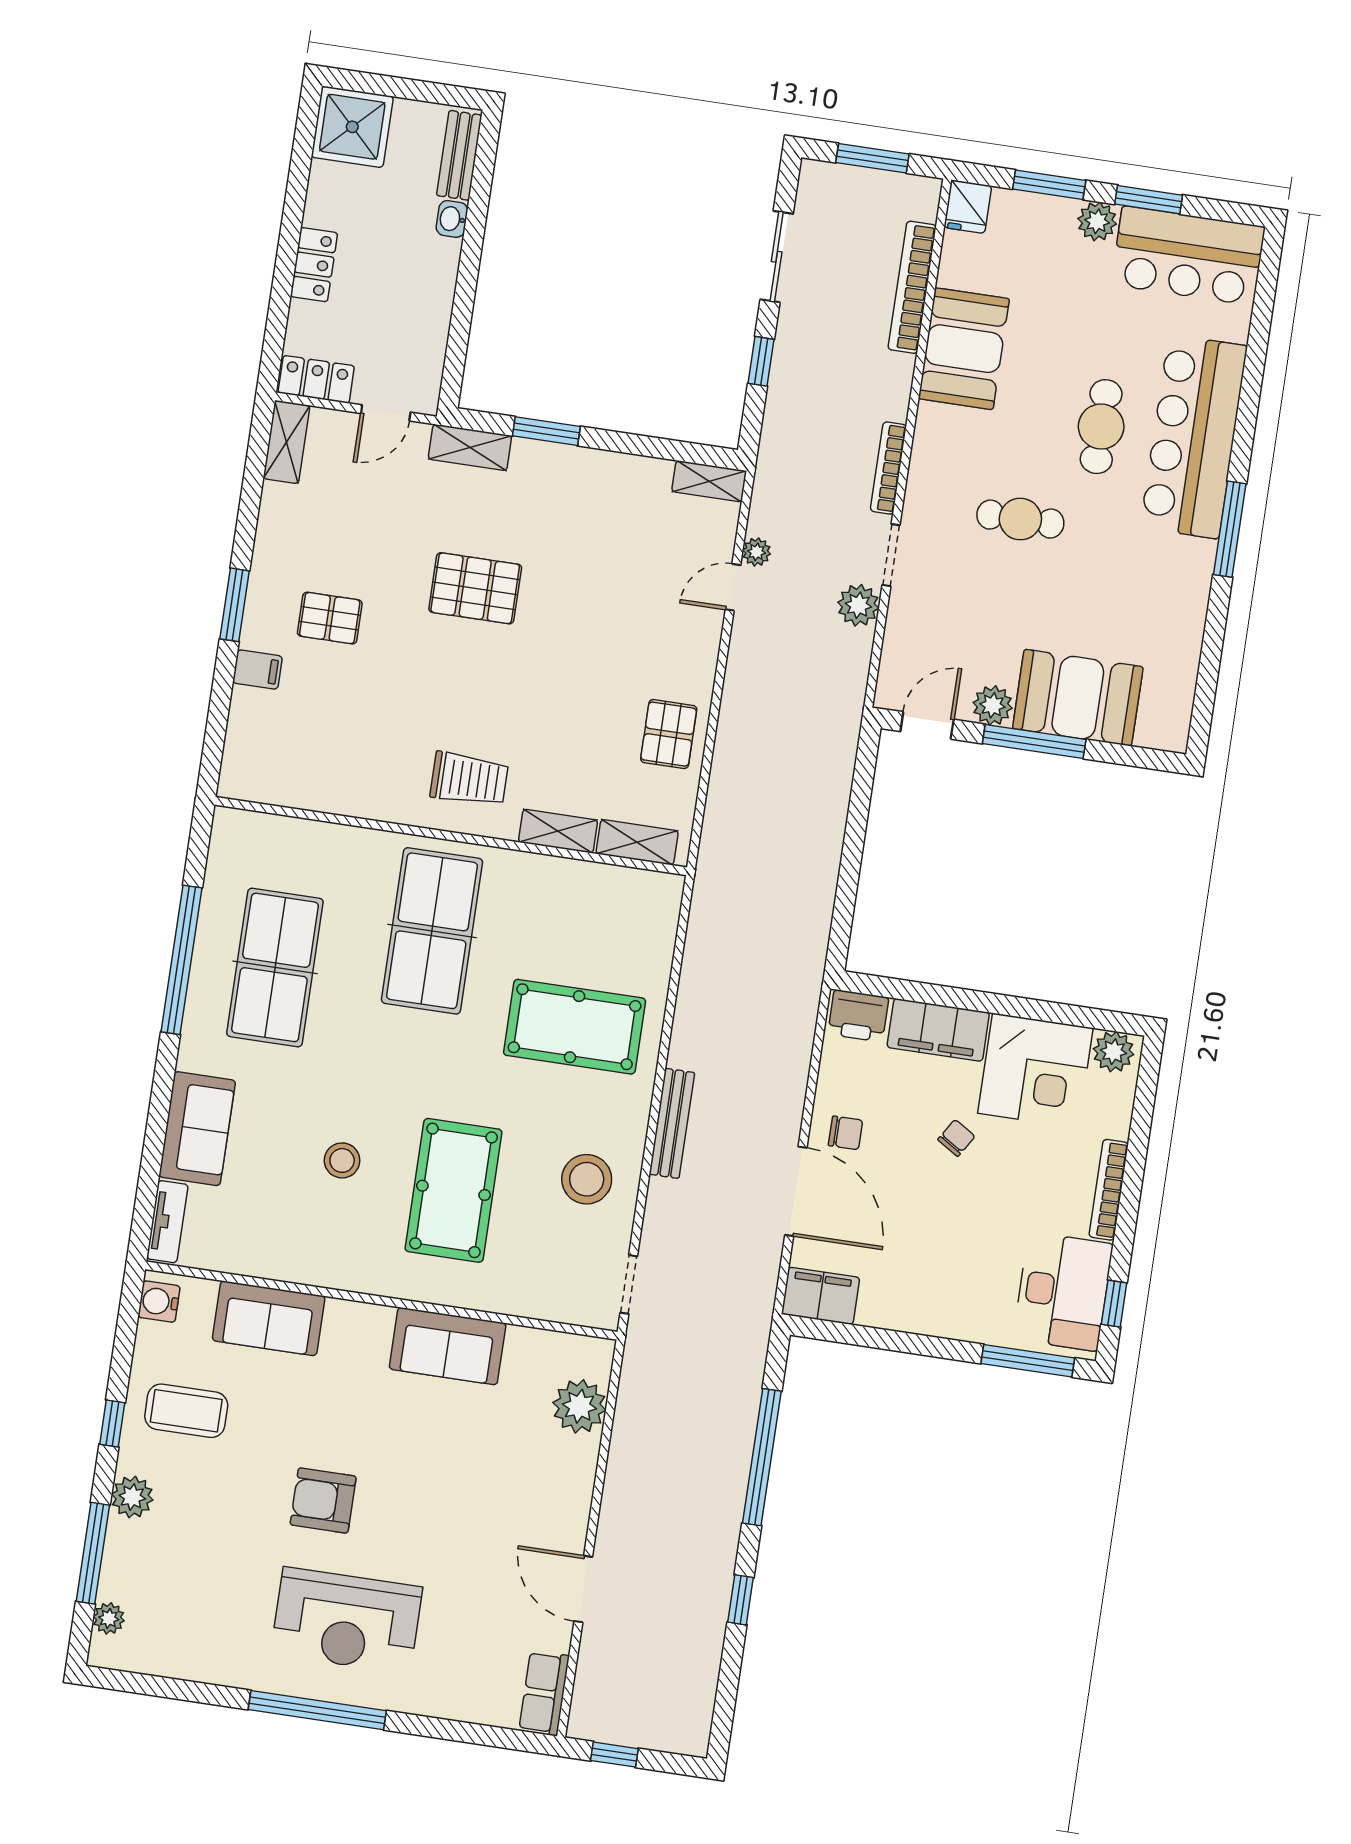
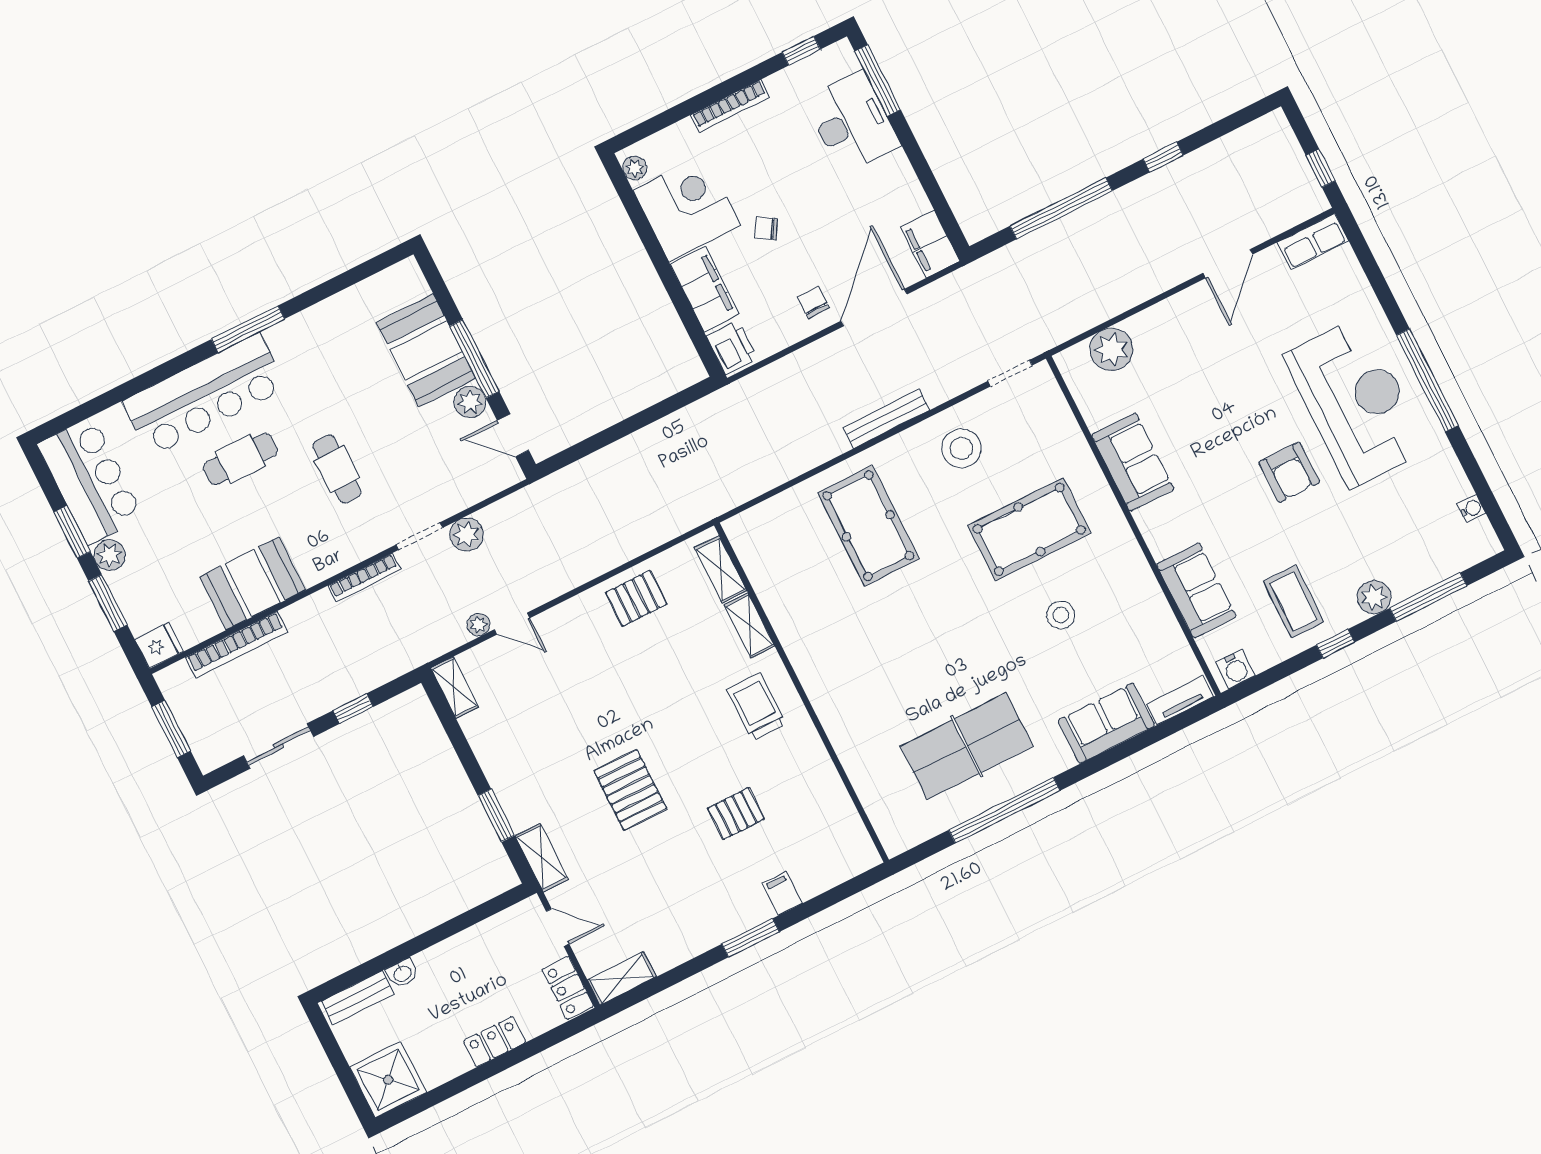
pallet: (330, 618) -> (736, 814), moved, turned 90
table tennis table: (432, 931) -> (871, 662), removed
plant: (1114, 1052) -> (635, 168), width x0.73, depth x0.73
desk: (1063, 1291) -> (852, 123), moved, turned 90
plant: (109, 1618) -> (1463, 557), removed
reception desk: (347, 1620) -> (1356, 402), width x1.36, depth x1.30
water cooler: (153, 1662) -> (1471, 509), added

